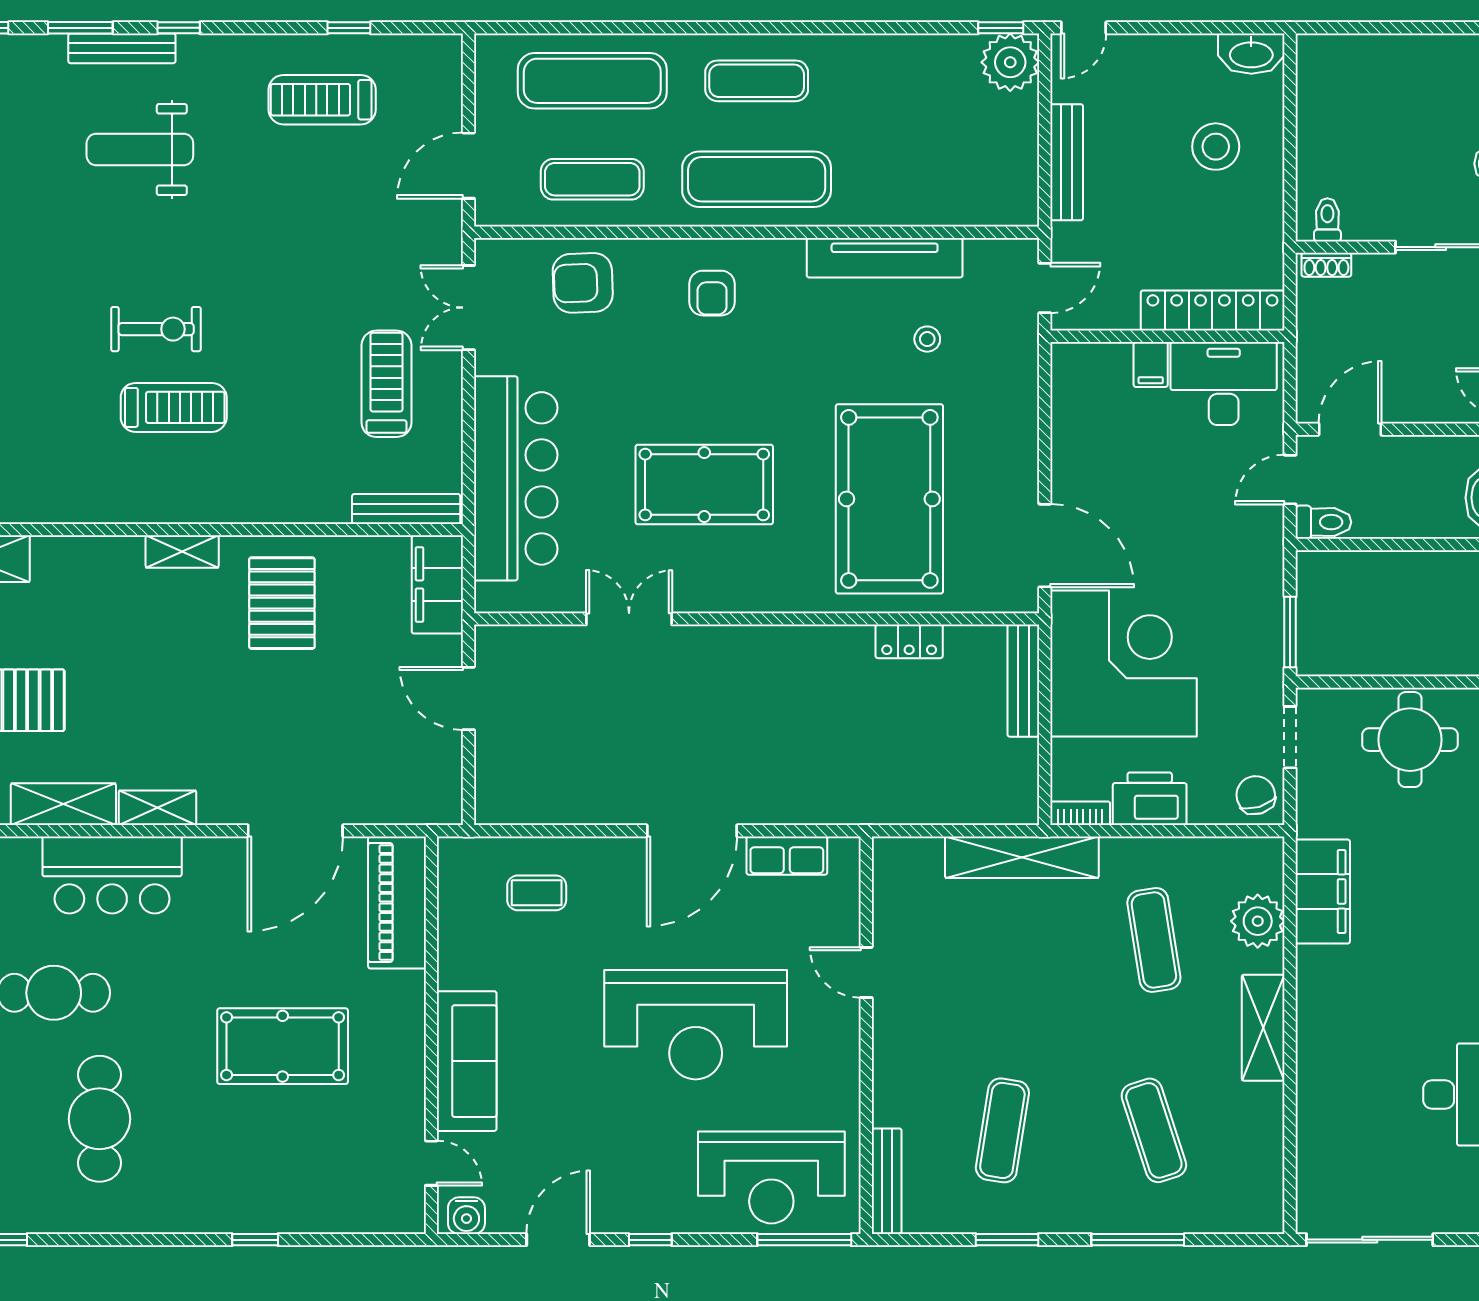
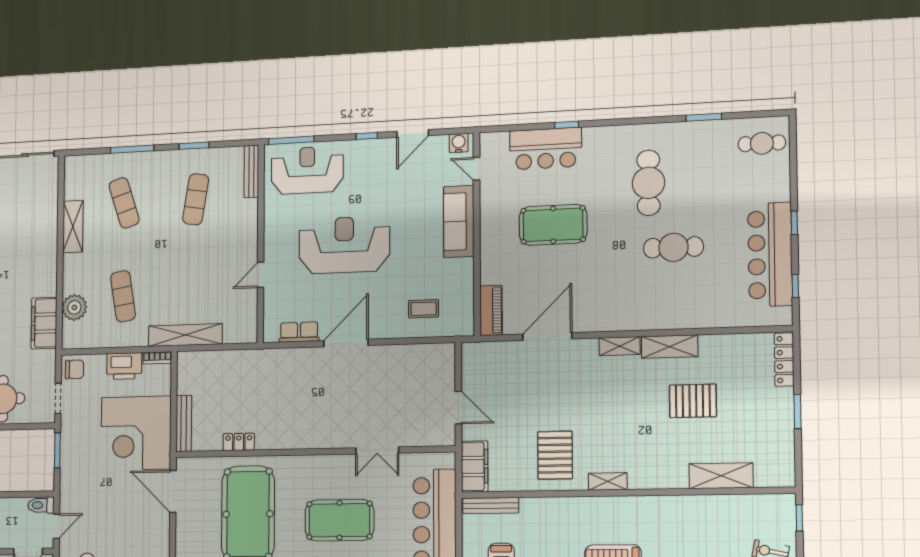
chair: (1256, 795) -> (74, 369), turned -73
bar counter: (112, 875) -> (546, 149), moved, turned 180
piano: (397, 902) -> (491, 310), width x0.73, depth x0.75
door: (866, 972) -> (261, 275), swing flipped
shelving: (1263, 1028) -> (73, 227), moved

